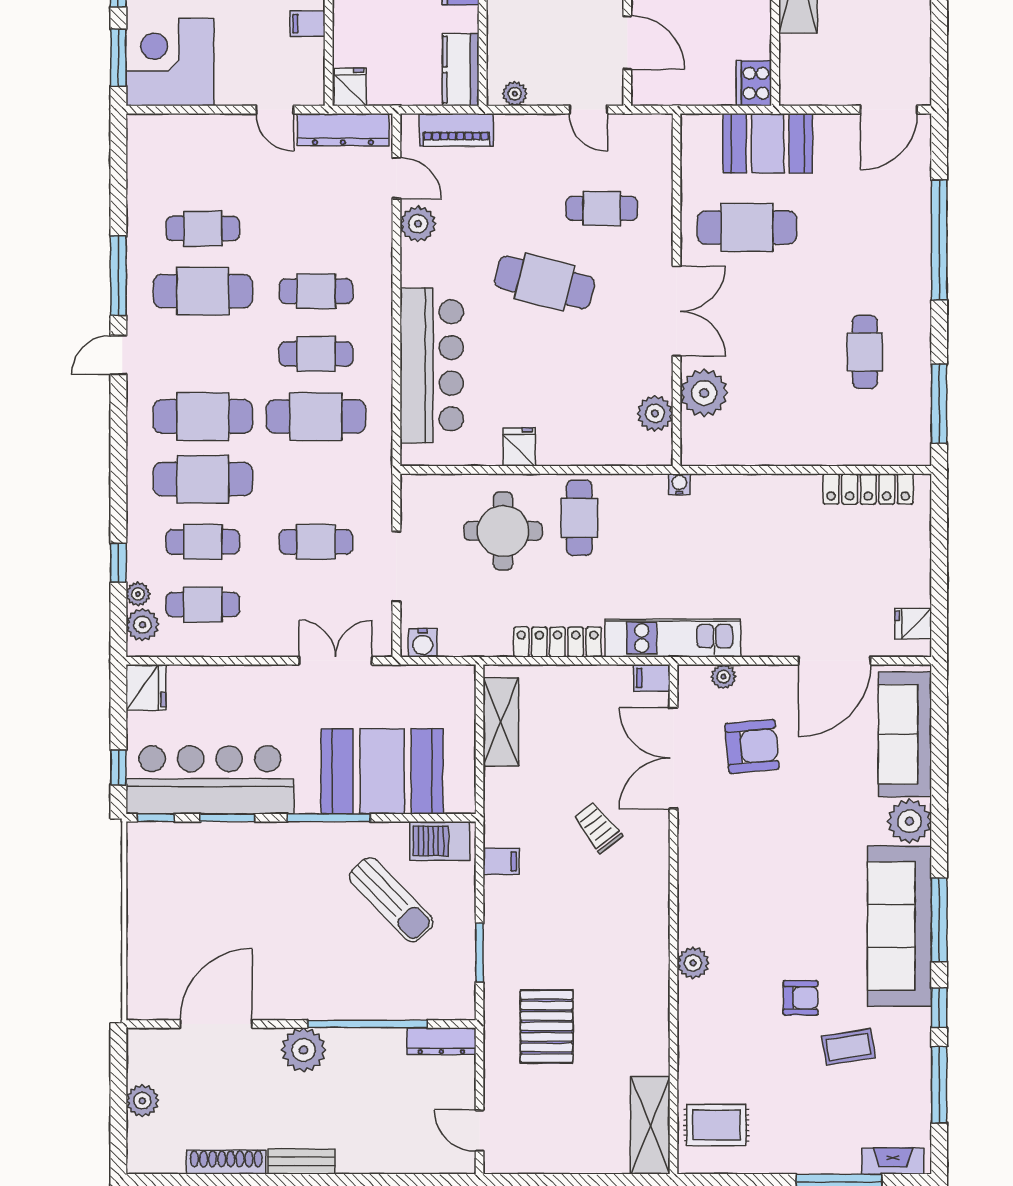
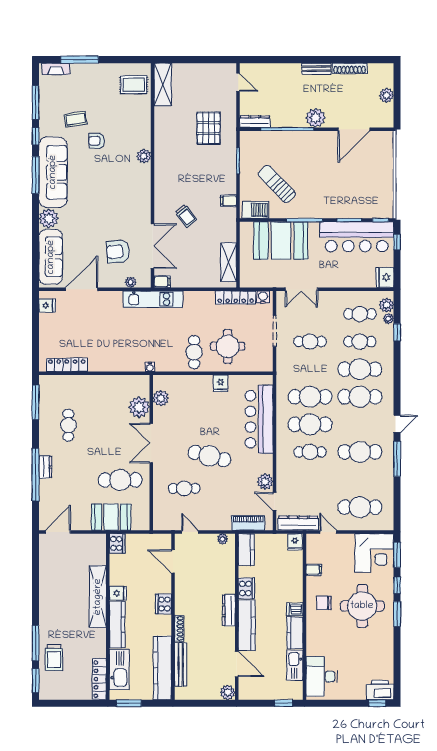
cafe table: (203, 229) -> (360, 507), moved, width x1.37, depth x1.35
dresser: (917, 257) -> (45, 467), added
cafe table: (316, 354) -> (310, 424), width x1.37, depth x1.35
locker: (557, 642) -> (236, 297), moved

